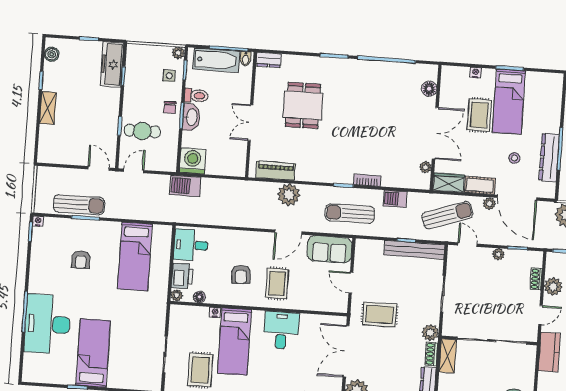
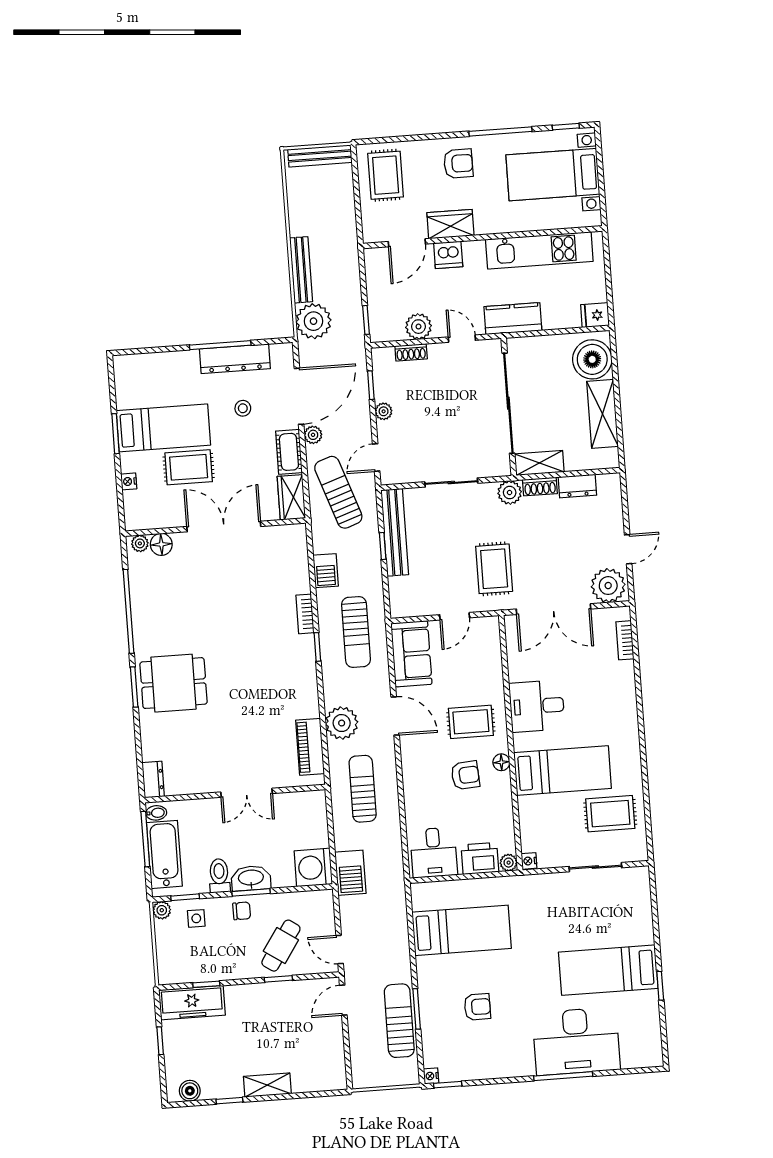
dining table: (303, 105) -> (174, 683), moved
cafe table: (142, 131) -> (281, 946), turned 34
plant: (425, 167) -> (140, 543), moved
sun lounger: (242, 203) -> (363, 789), added
floor lamp: (199, 297) -> (501, 762), moved
nightstand: (215, 312) -> (529, 861), moved

